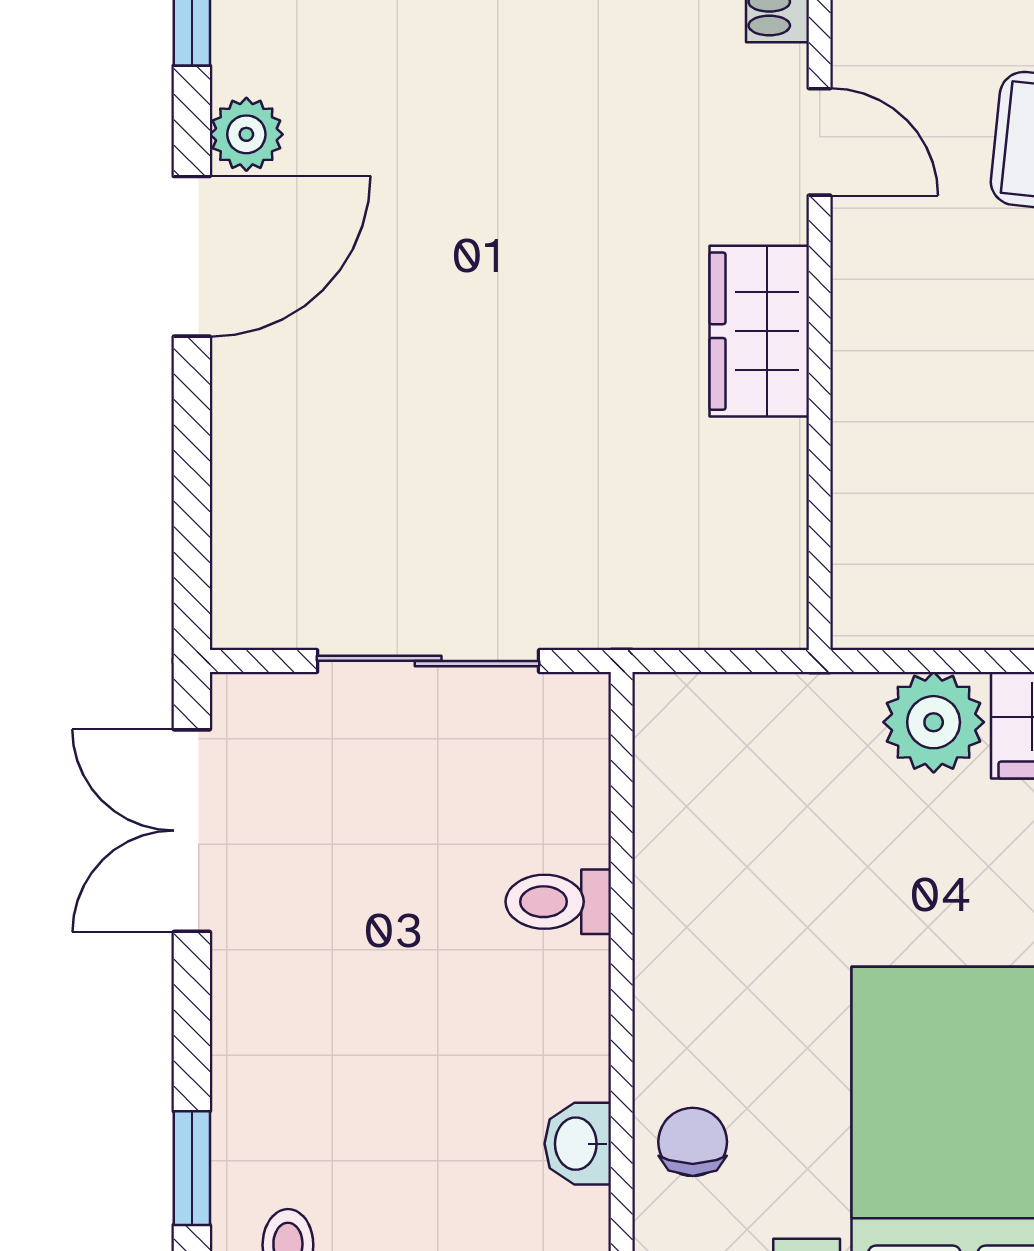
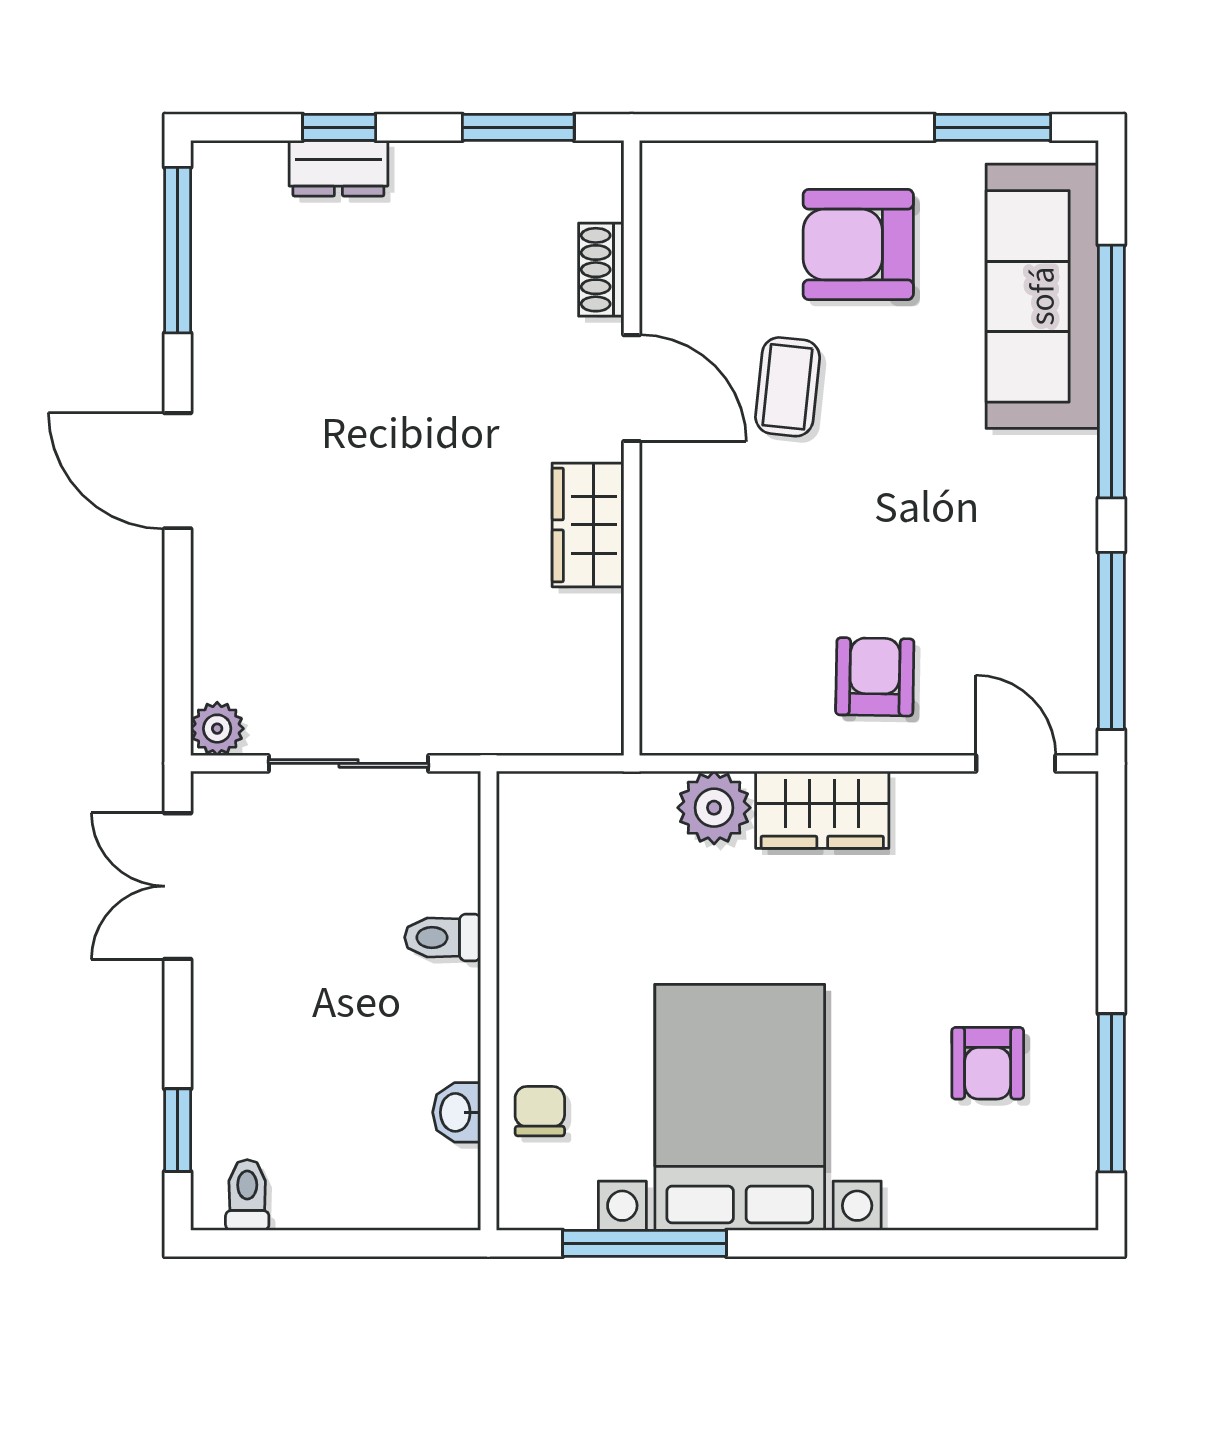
plant: (246, 134) -> (217, 729), moved
door: (820, 142) -> (632, 388), width x1.38
door: (192, 256) -> (178, 471), swing flipped

